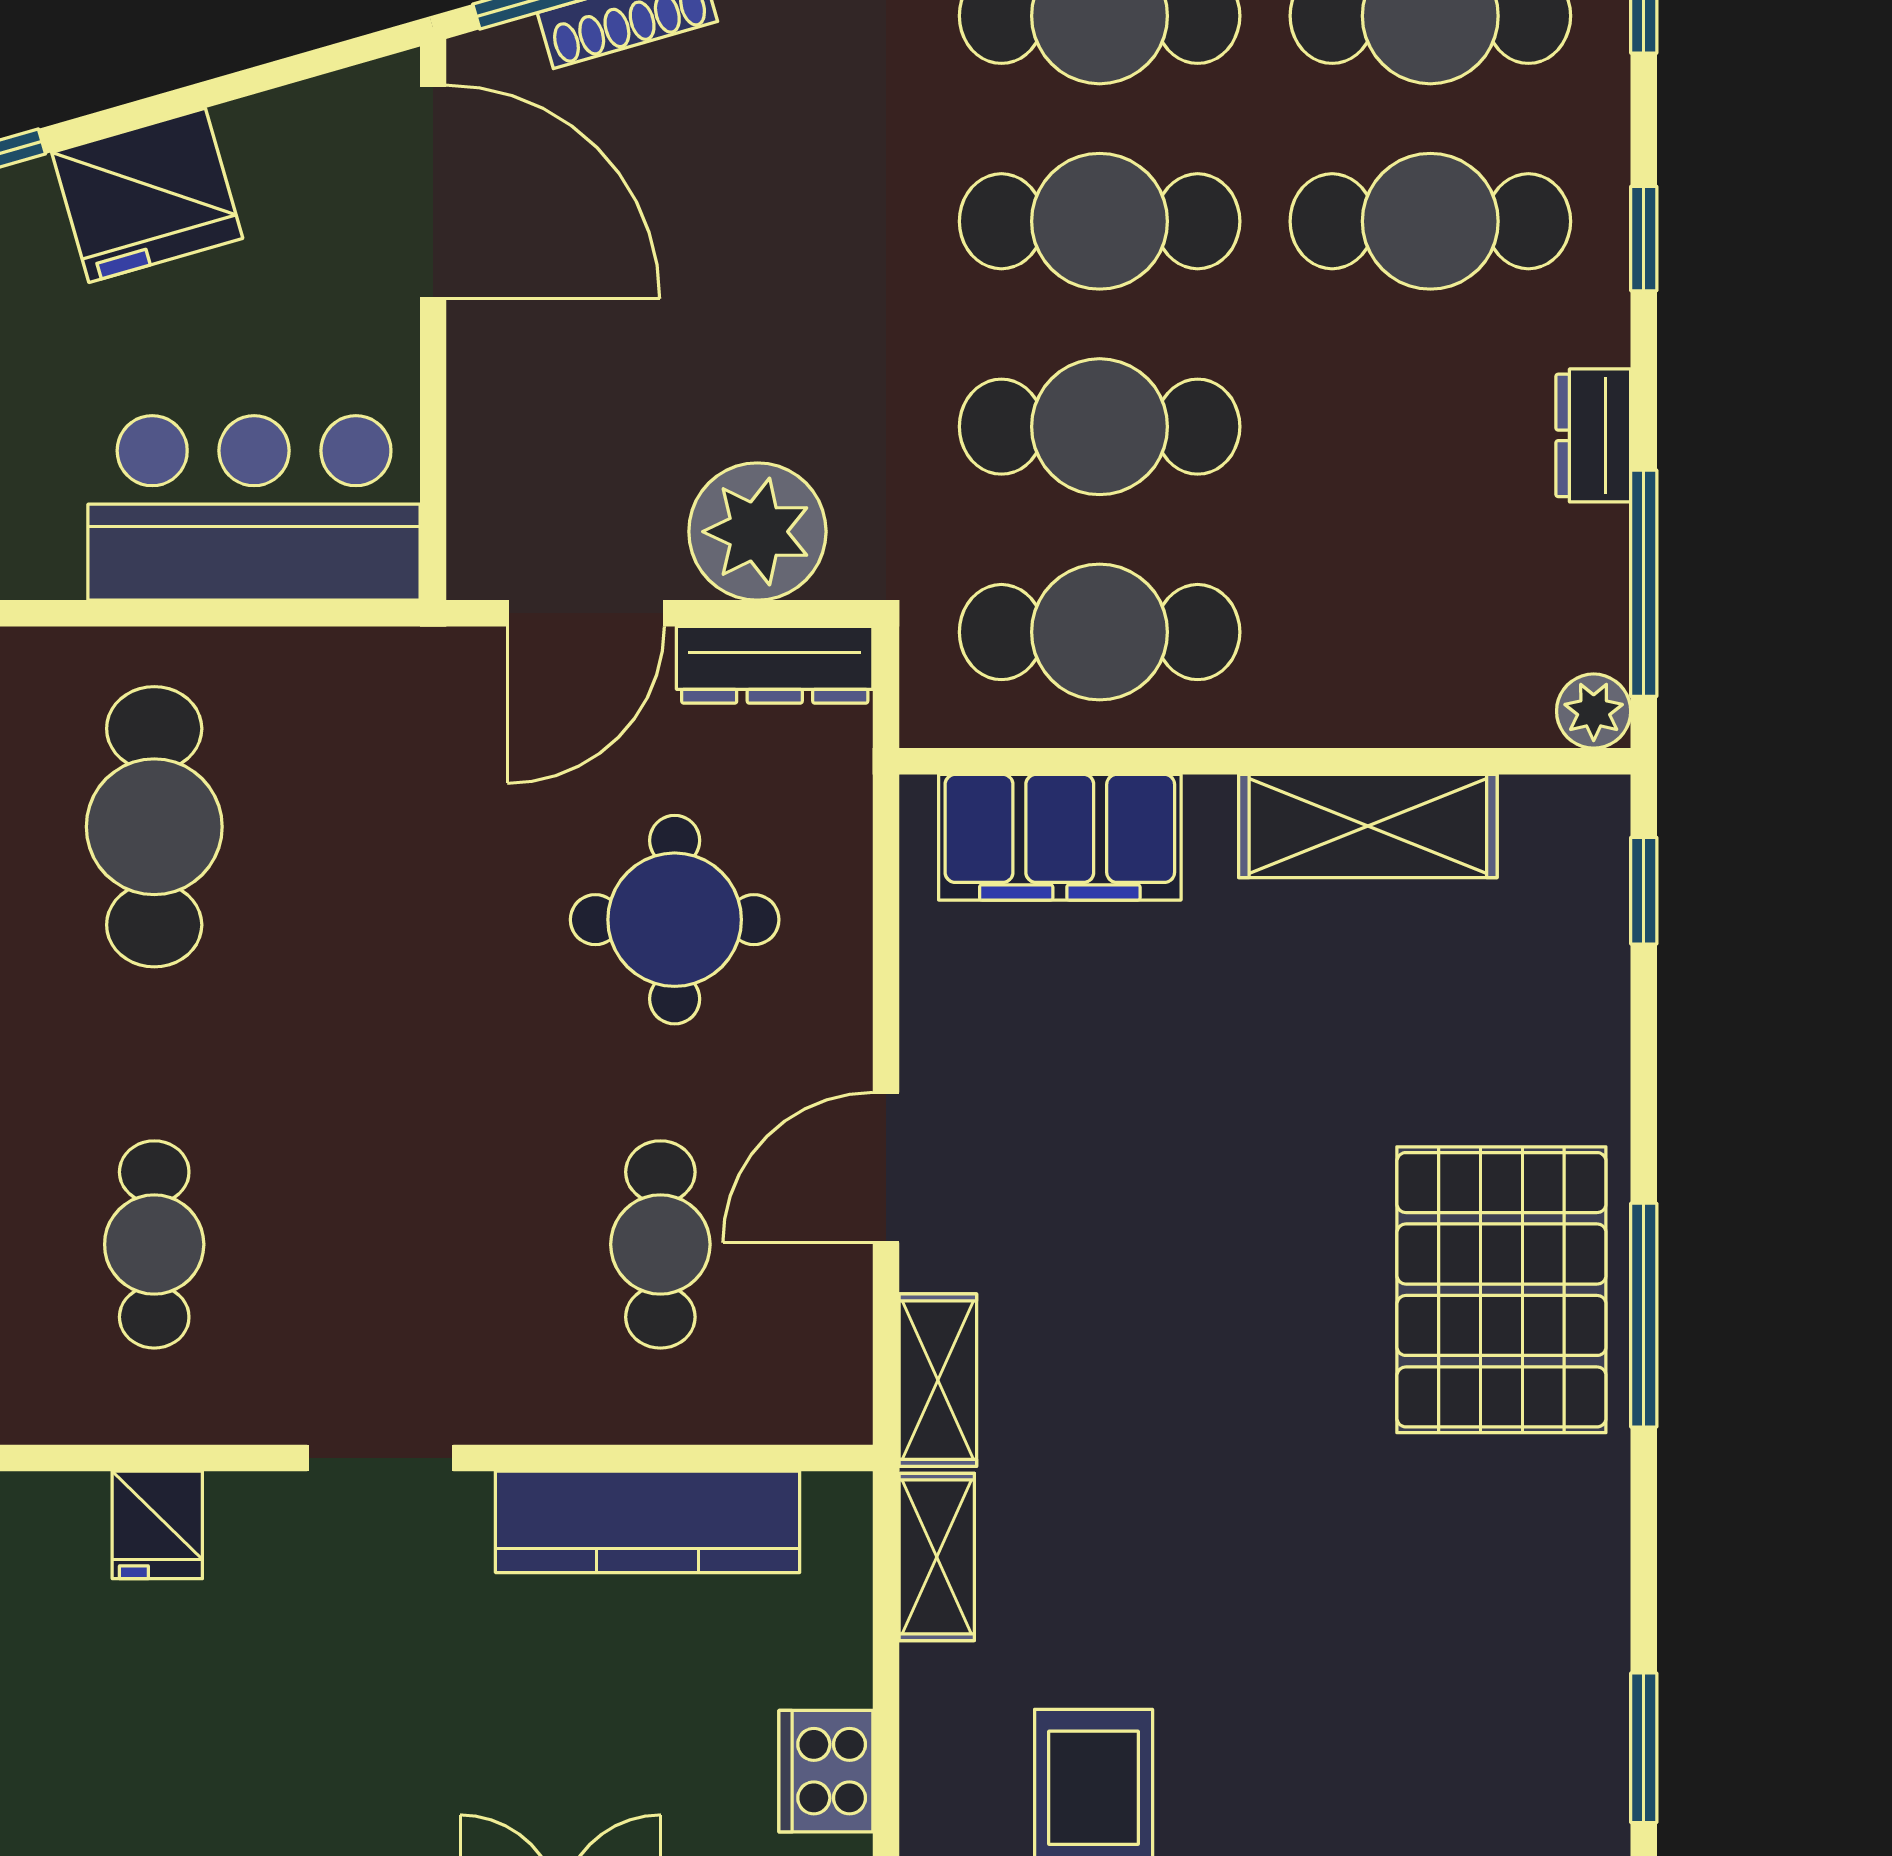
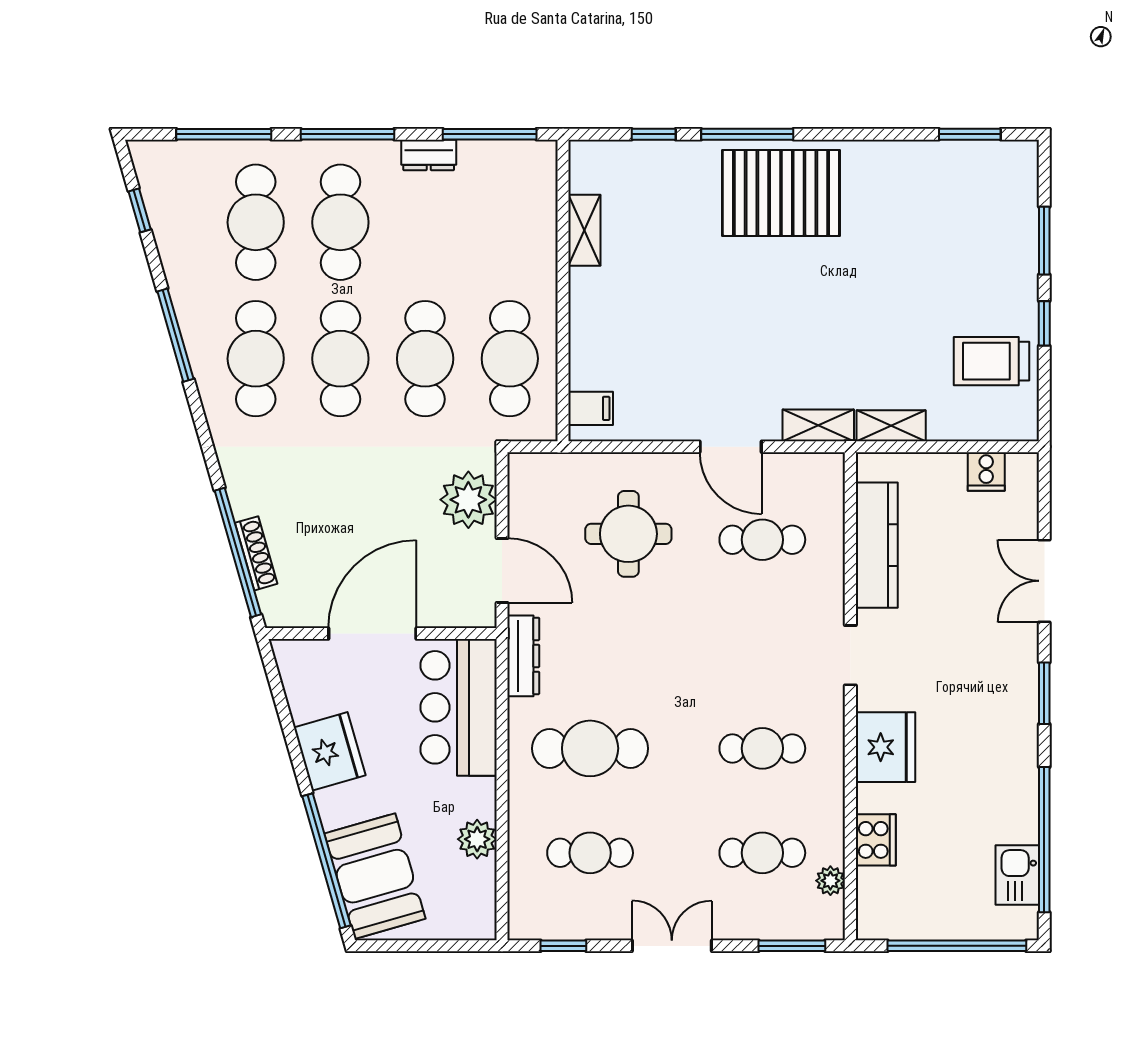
door: (433, 192) -> (372, 633), moved
window: (1644, 239) -> (348, 134), width x2.17
dresser: (775, 665) -> (523, 656), moved
plant: (1594, 711) -> (542, 155), removed
shelving: (1368, 826) -> (584, 230), width x0.67, depth x0.75
filing cabinet: (1060, 837) -> (591, 408), width x0.33, depth x0.86
window: (1644, 891) -> (654, 134), moved
window: (1644, 1315) -> (747, 134), moved
fridge: (157, 1525) -> (885, 747), width x1.88, depth x1.34
cooker: (826, 1771) -> (986, 471), width x0.73

